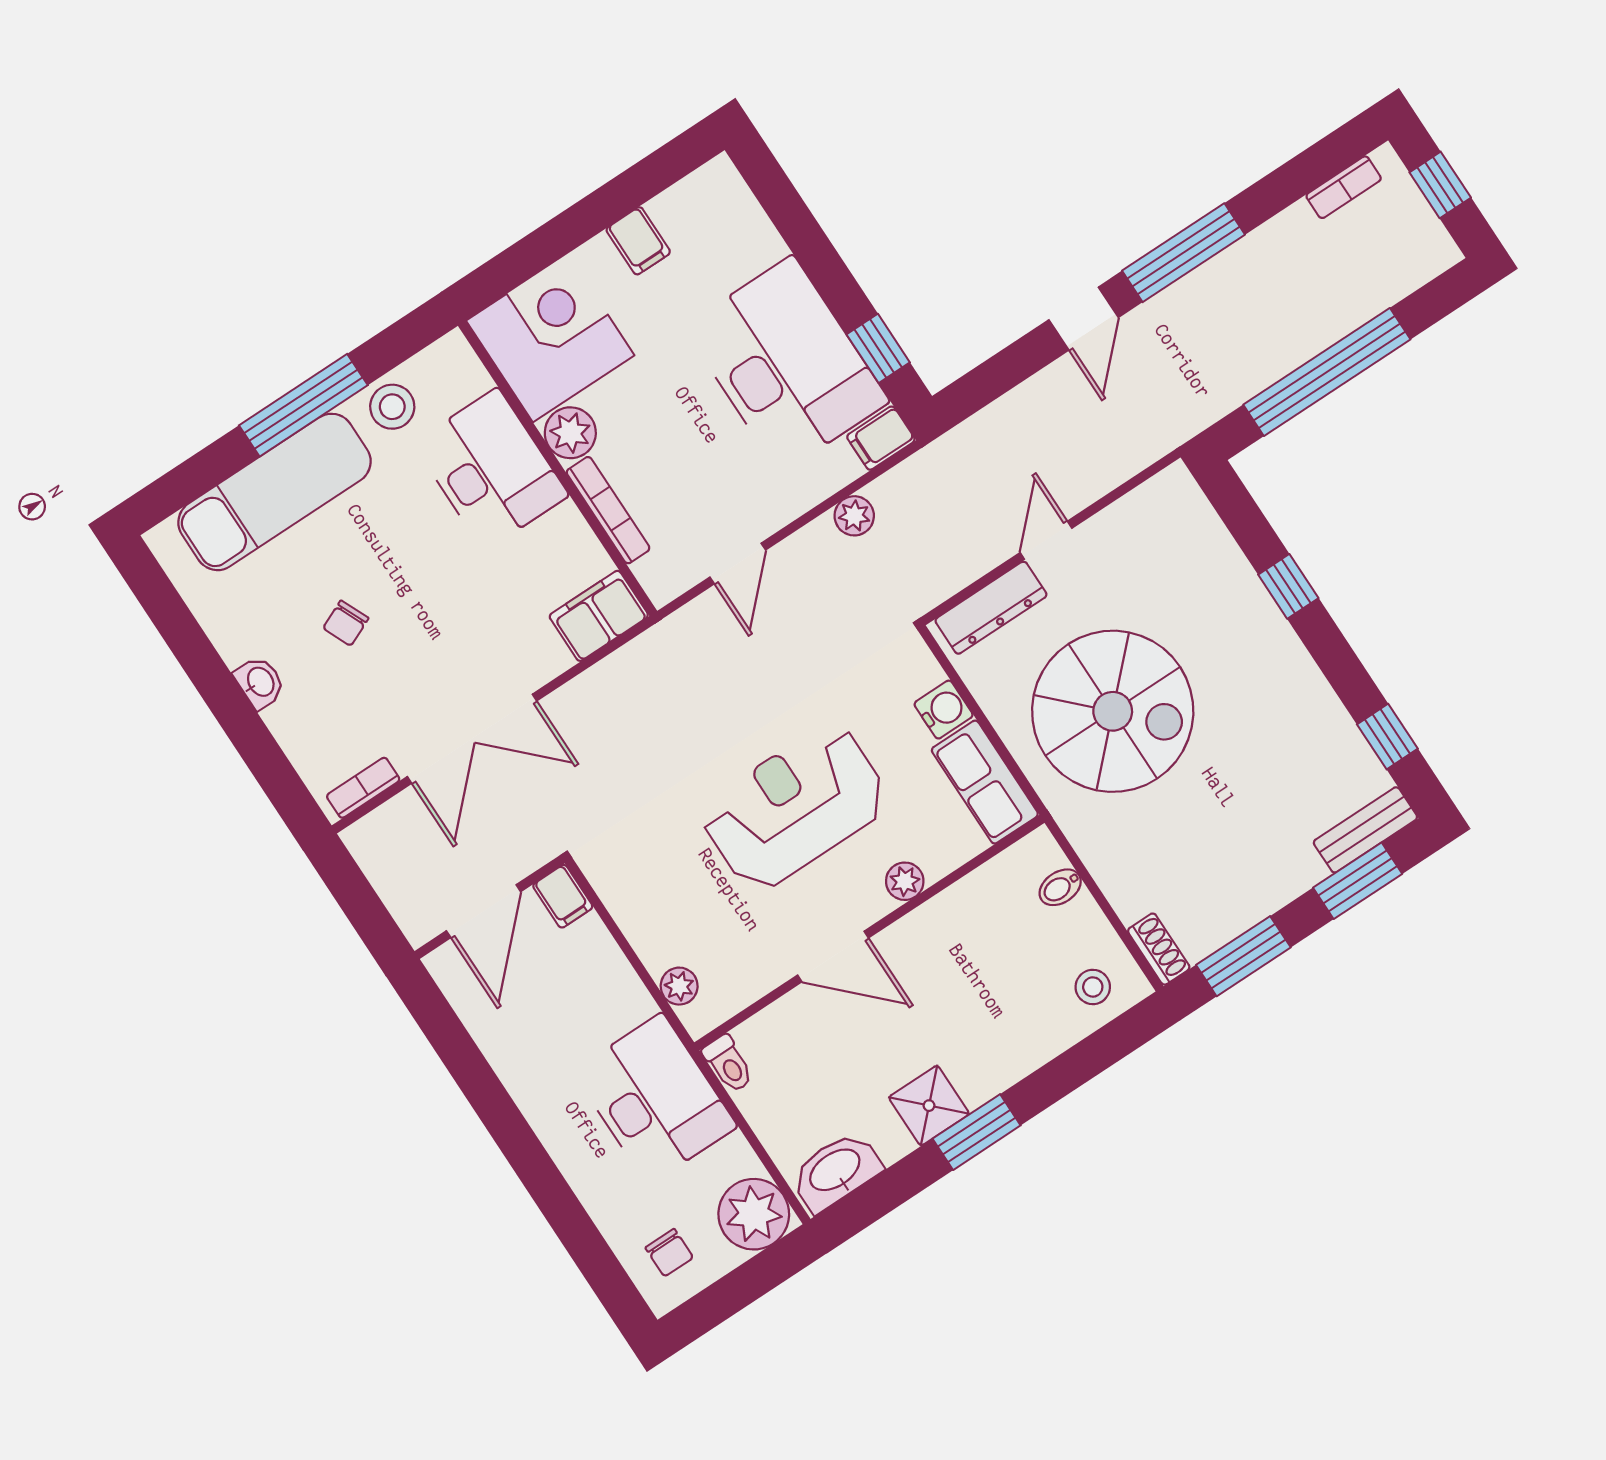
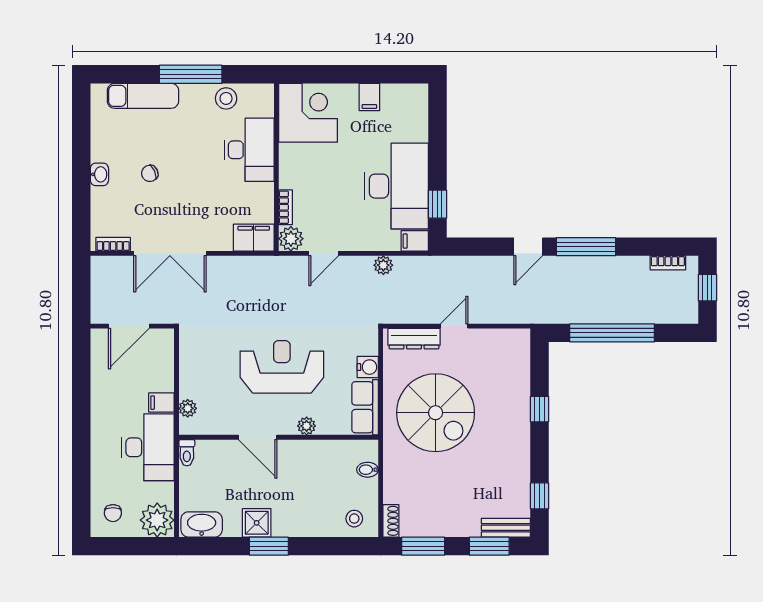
plant: (570, 433) -> (291, 239), moved
exam couch: (274, 492) -> (143, 96), width x0.73, depth x0.69
bookcase: (608, 510) -> (286, 207), width x0.64
filing cabinet: (563, 896) -> (161, 403), moved, turned 90

